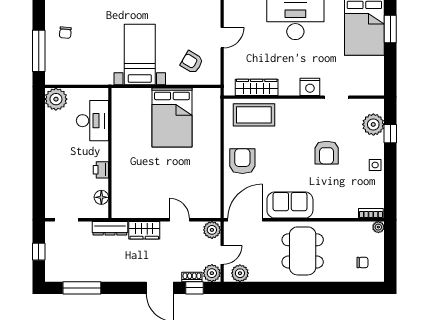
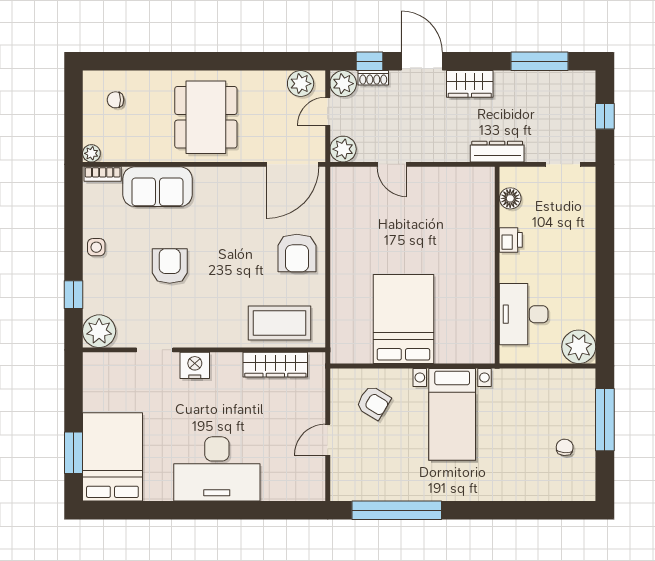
plant: (373, 124) -> (99, 331), moved
sofa: (290, 205) -> (157, 187), moved
wardrobe: (144, 230) -> (470, 84), moved, turned 180

